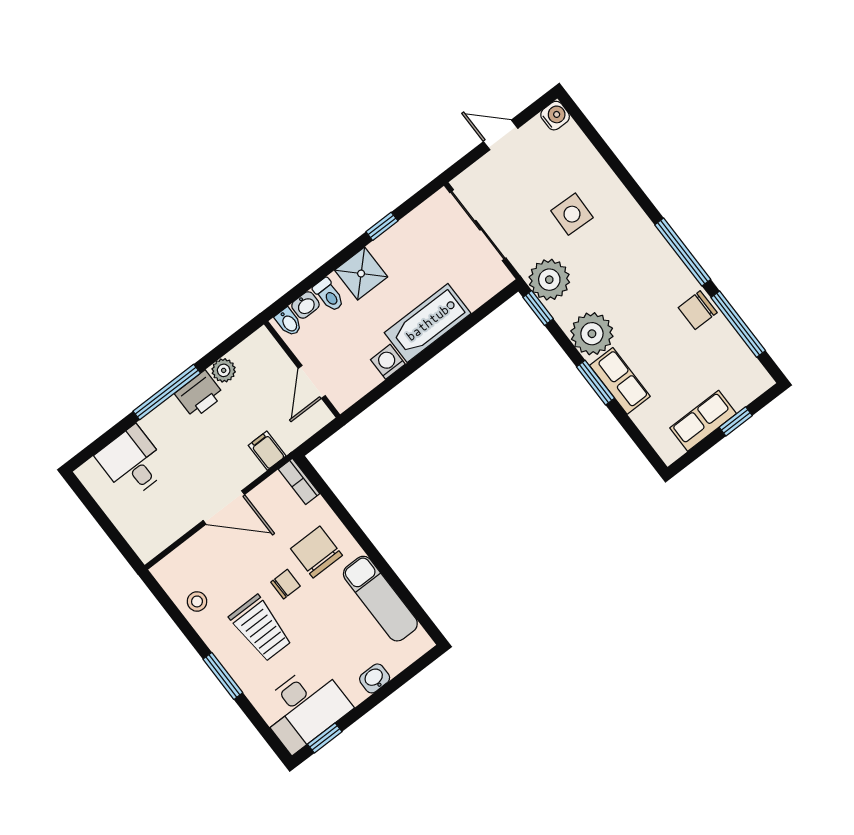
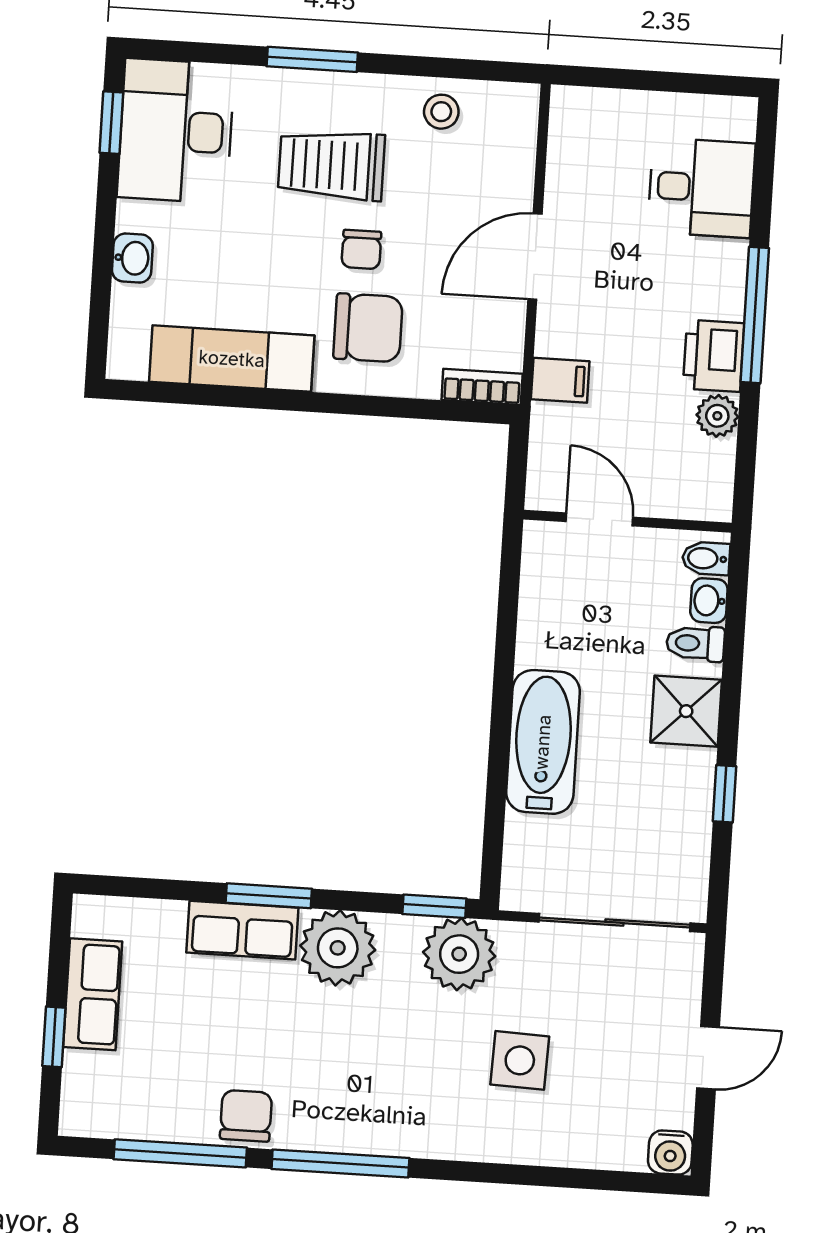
washing machine: (388, 362) -> (538, 644), removed

